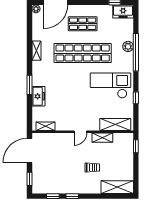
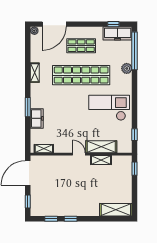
freezer: (123, 12) -> (118, 33), width x1.40
window: (136, 52) -> (135, 51), moved
window: (136, 98) -> (135, 135), moved
shelving: (115, 124) -> (101, 147), moved
door: (80, 132) -> (79, 154), swing flipped
trolley: (92, 168) -> (91, 190), removed

